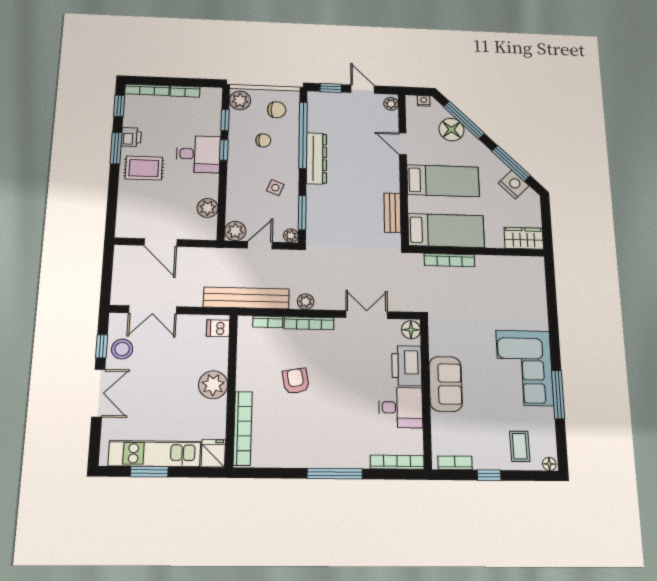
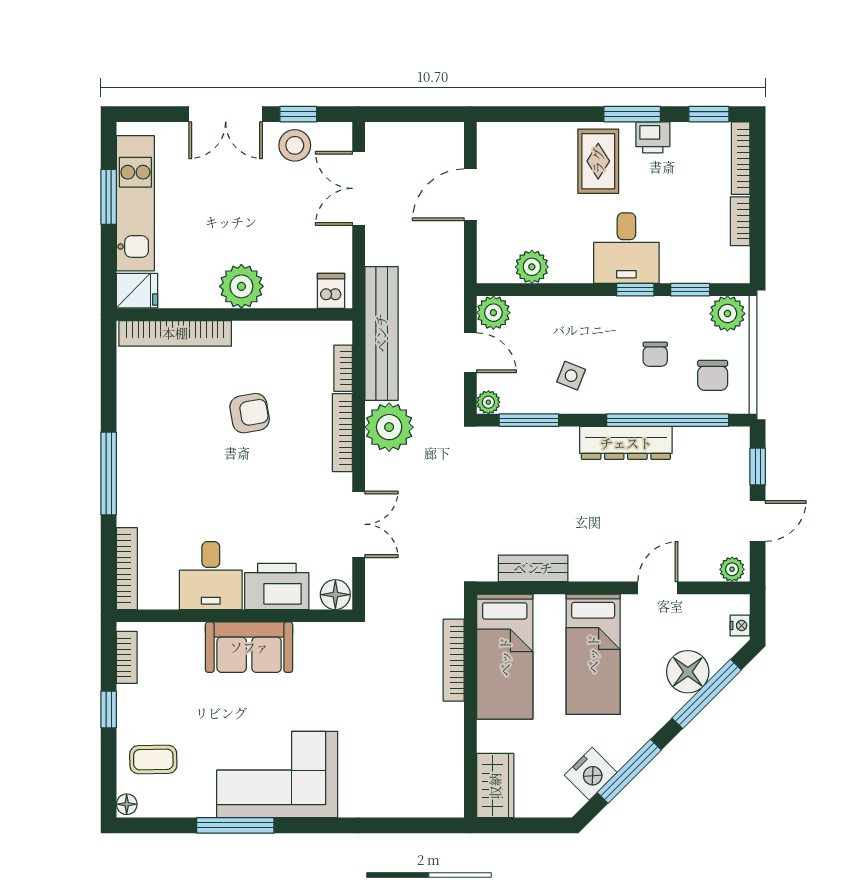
plant: (306, 302) -> (389, 427), width x1.88, depth x1.88

